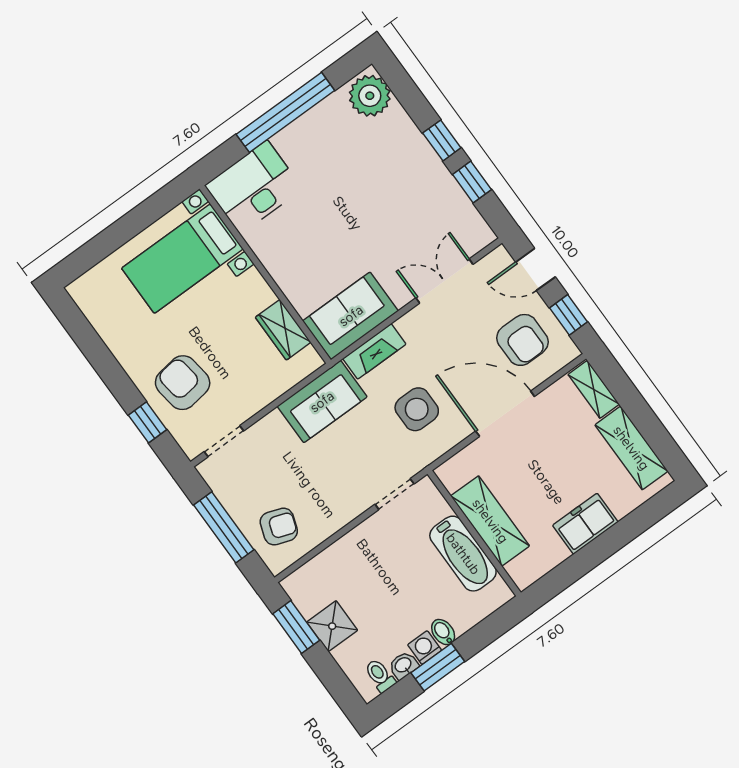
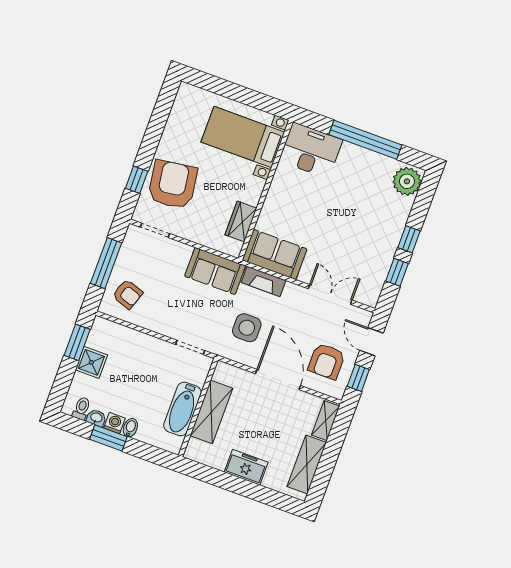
armchair: (183, 383) -> (173, 185), width x1.36, depth x1.36

